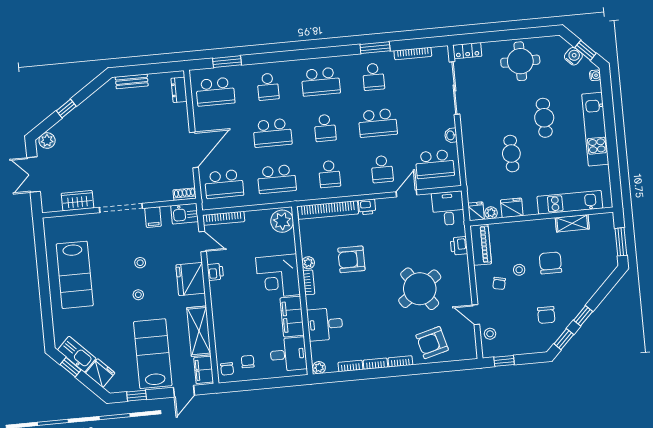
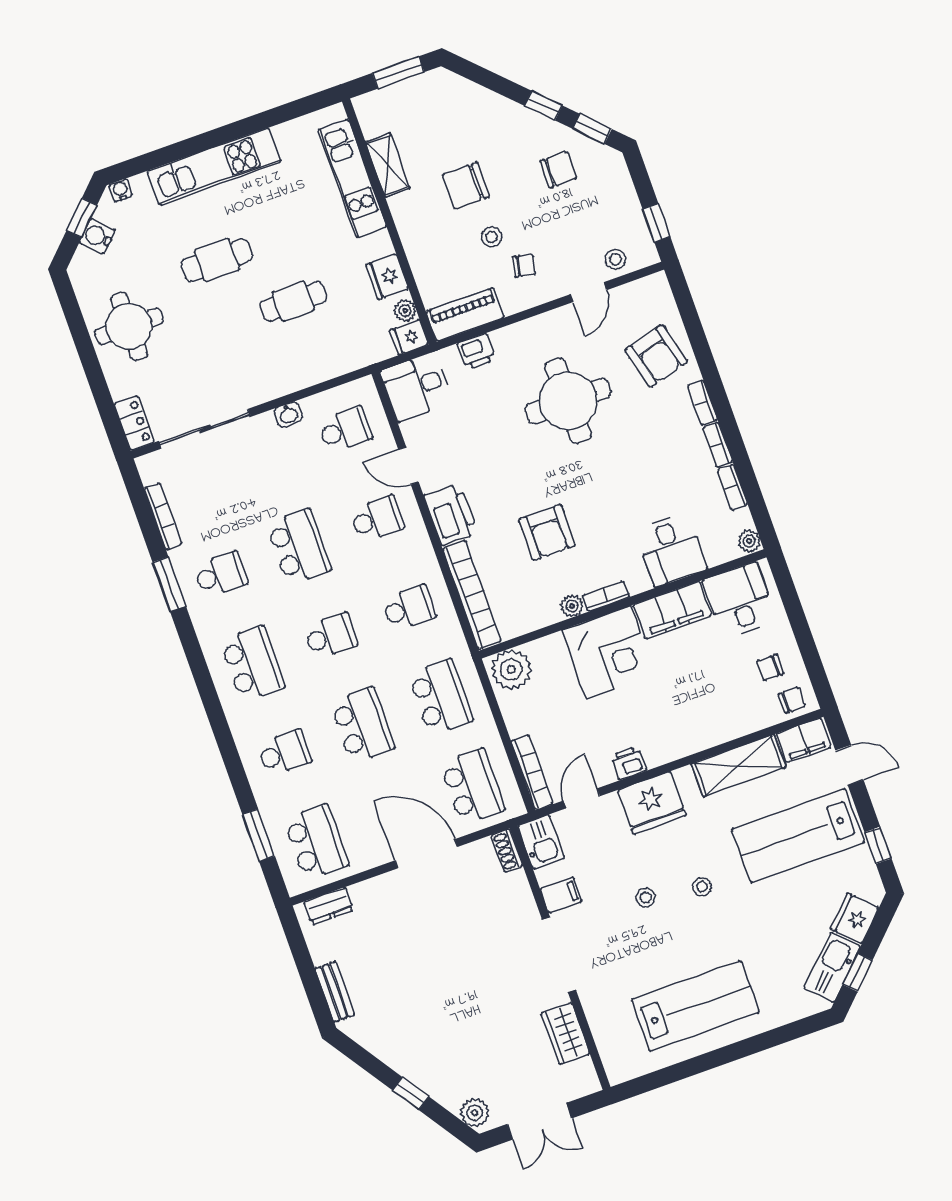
school desk: (435, 164) -> (345, 430), width x0.54
printer: (367, 207) -> (451, 514), width x1.87, depth x1.48
round table: (420, 289) -> (568, 401), turned 35

